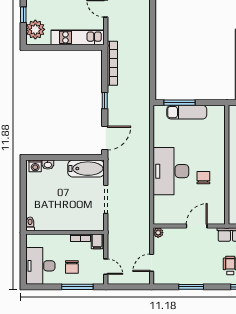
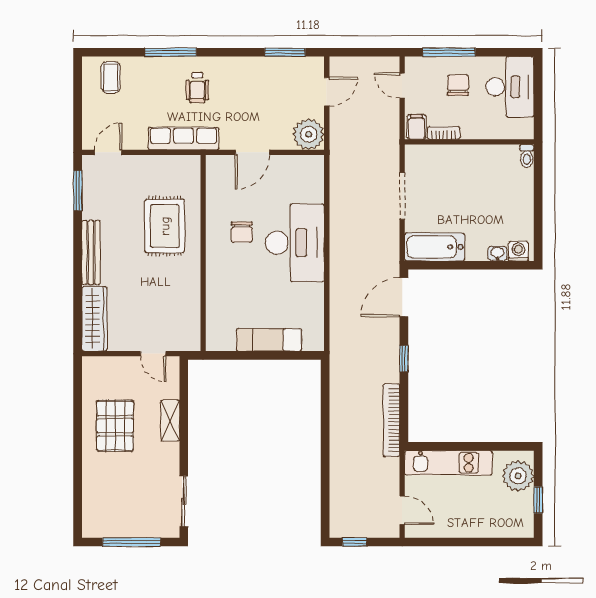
window: (179, 103) -> (281, 355), removed
plant: (158, 233) -> (309, 134), width x1.87, depth x1.87
window: (191, 287) -> (285, 52), moved

